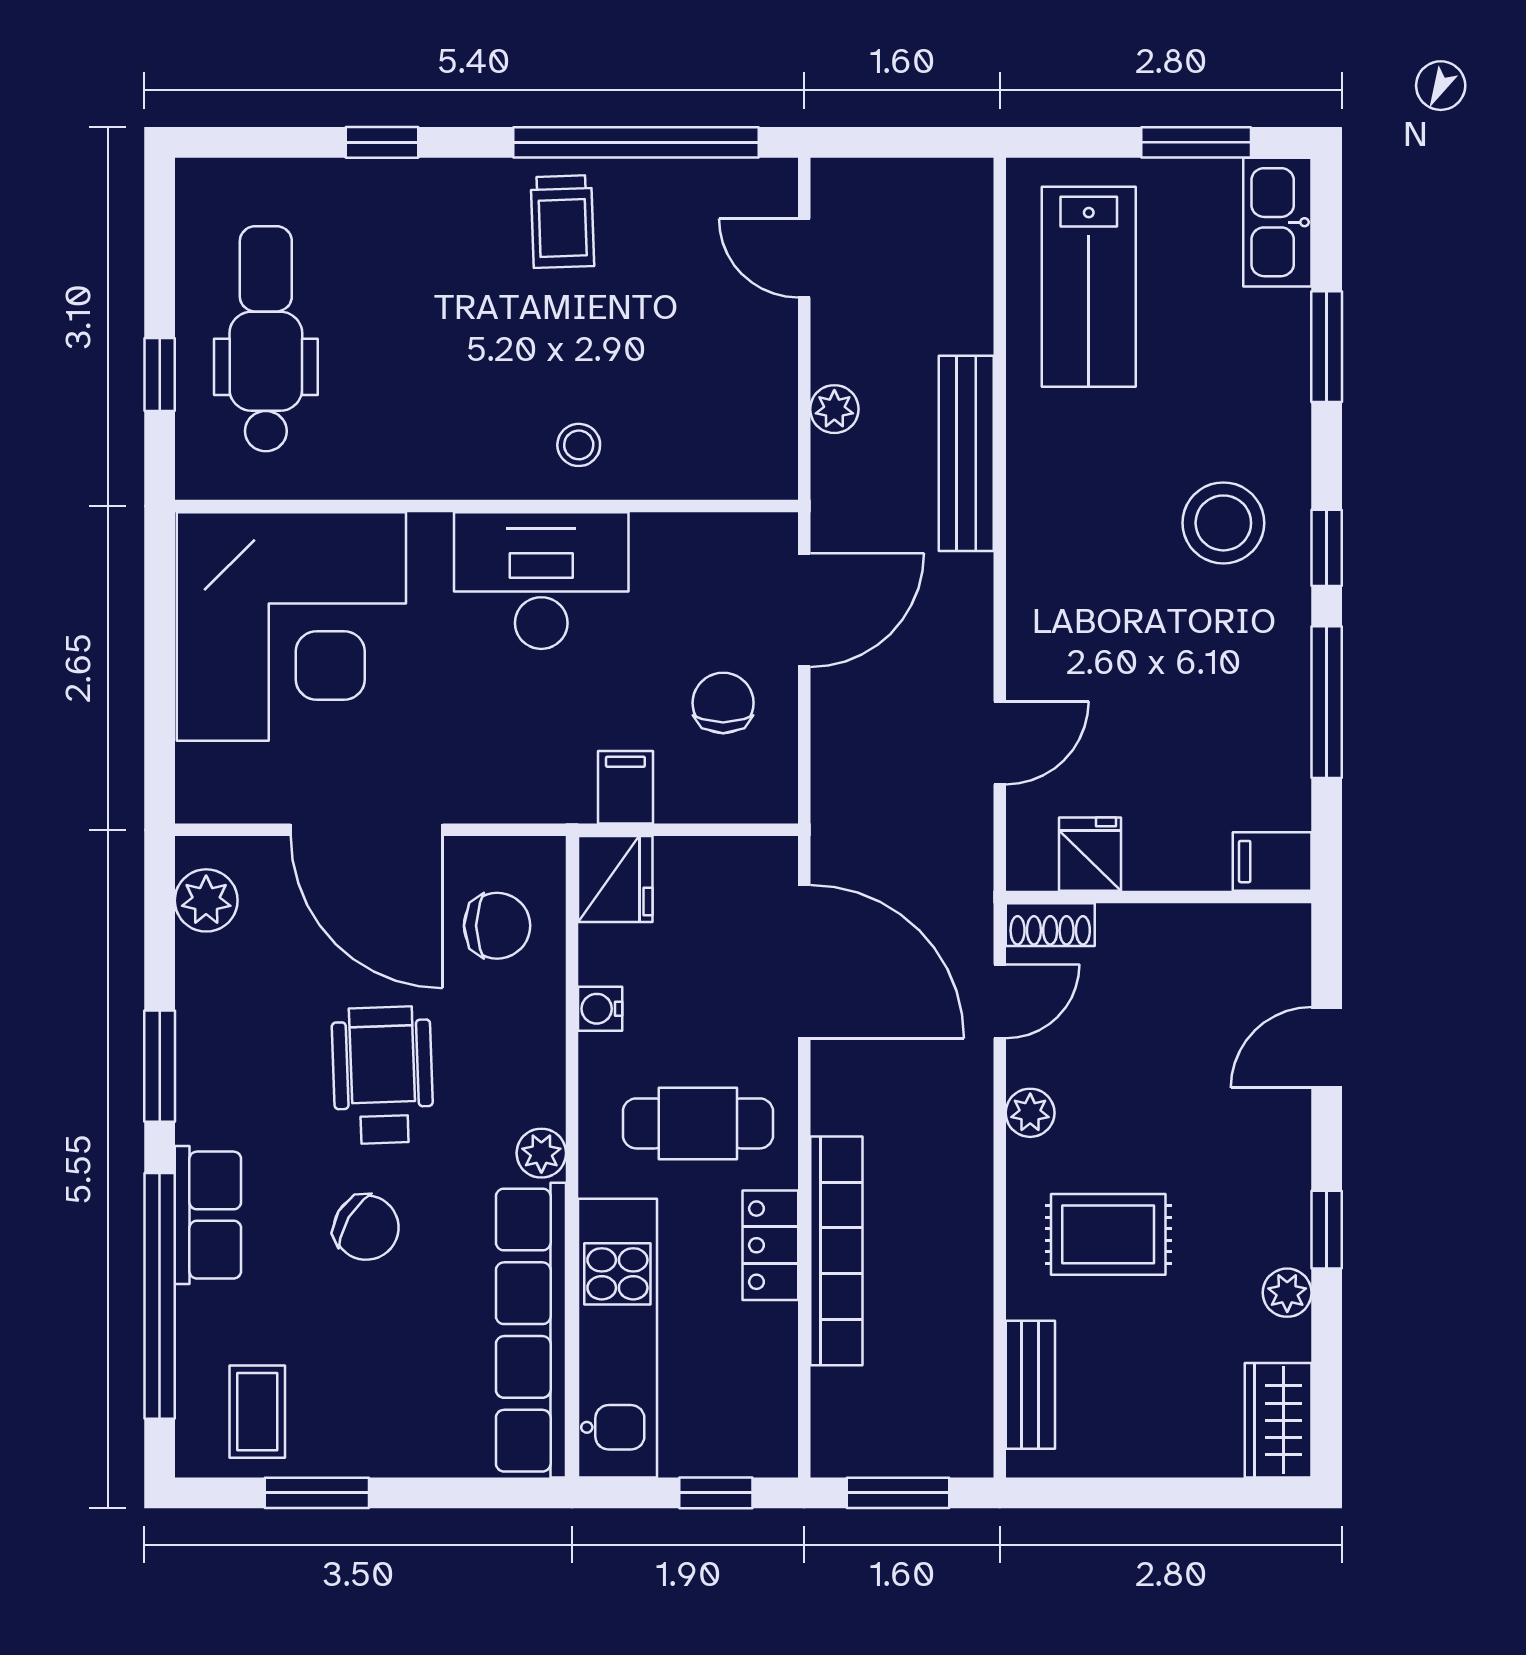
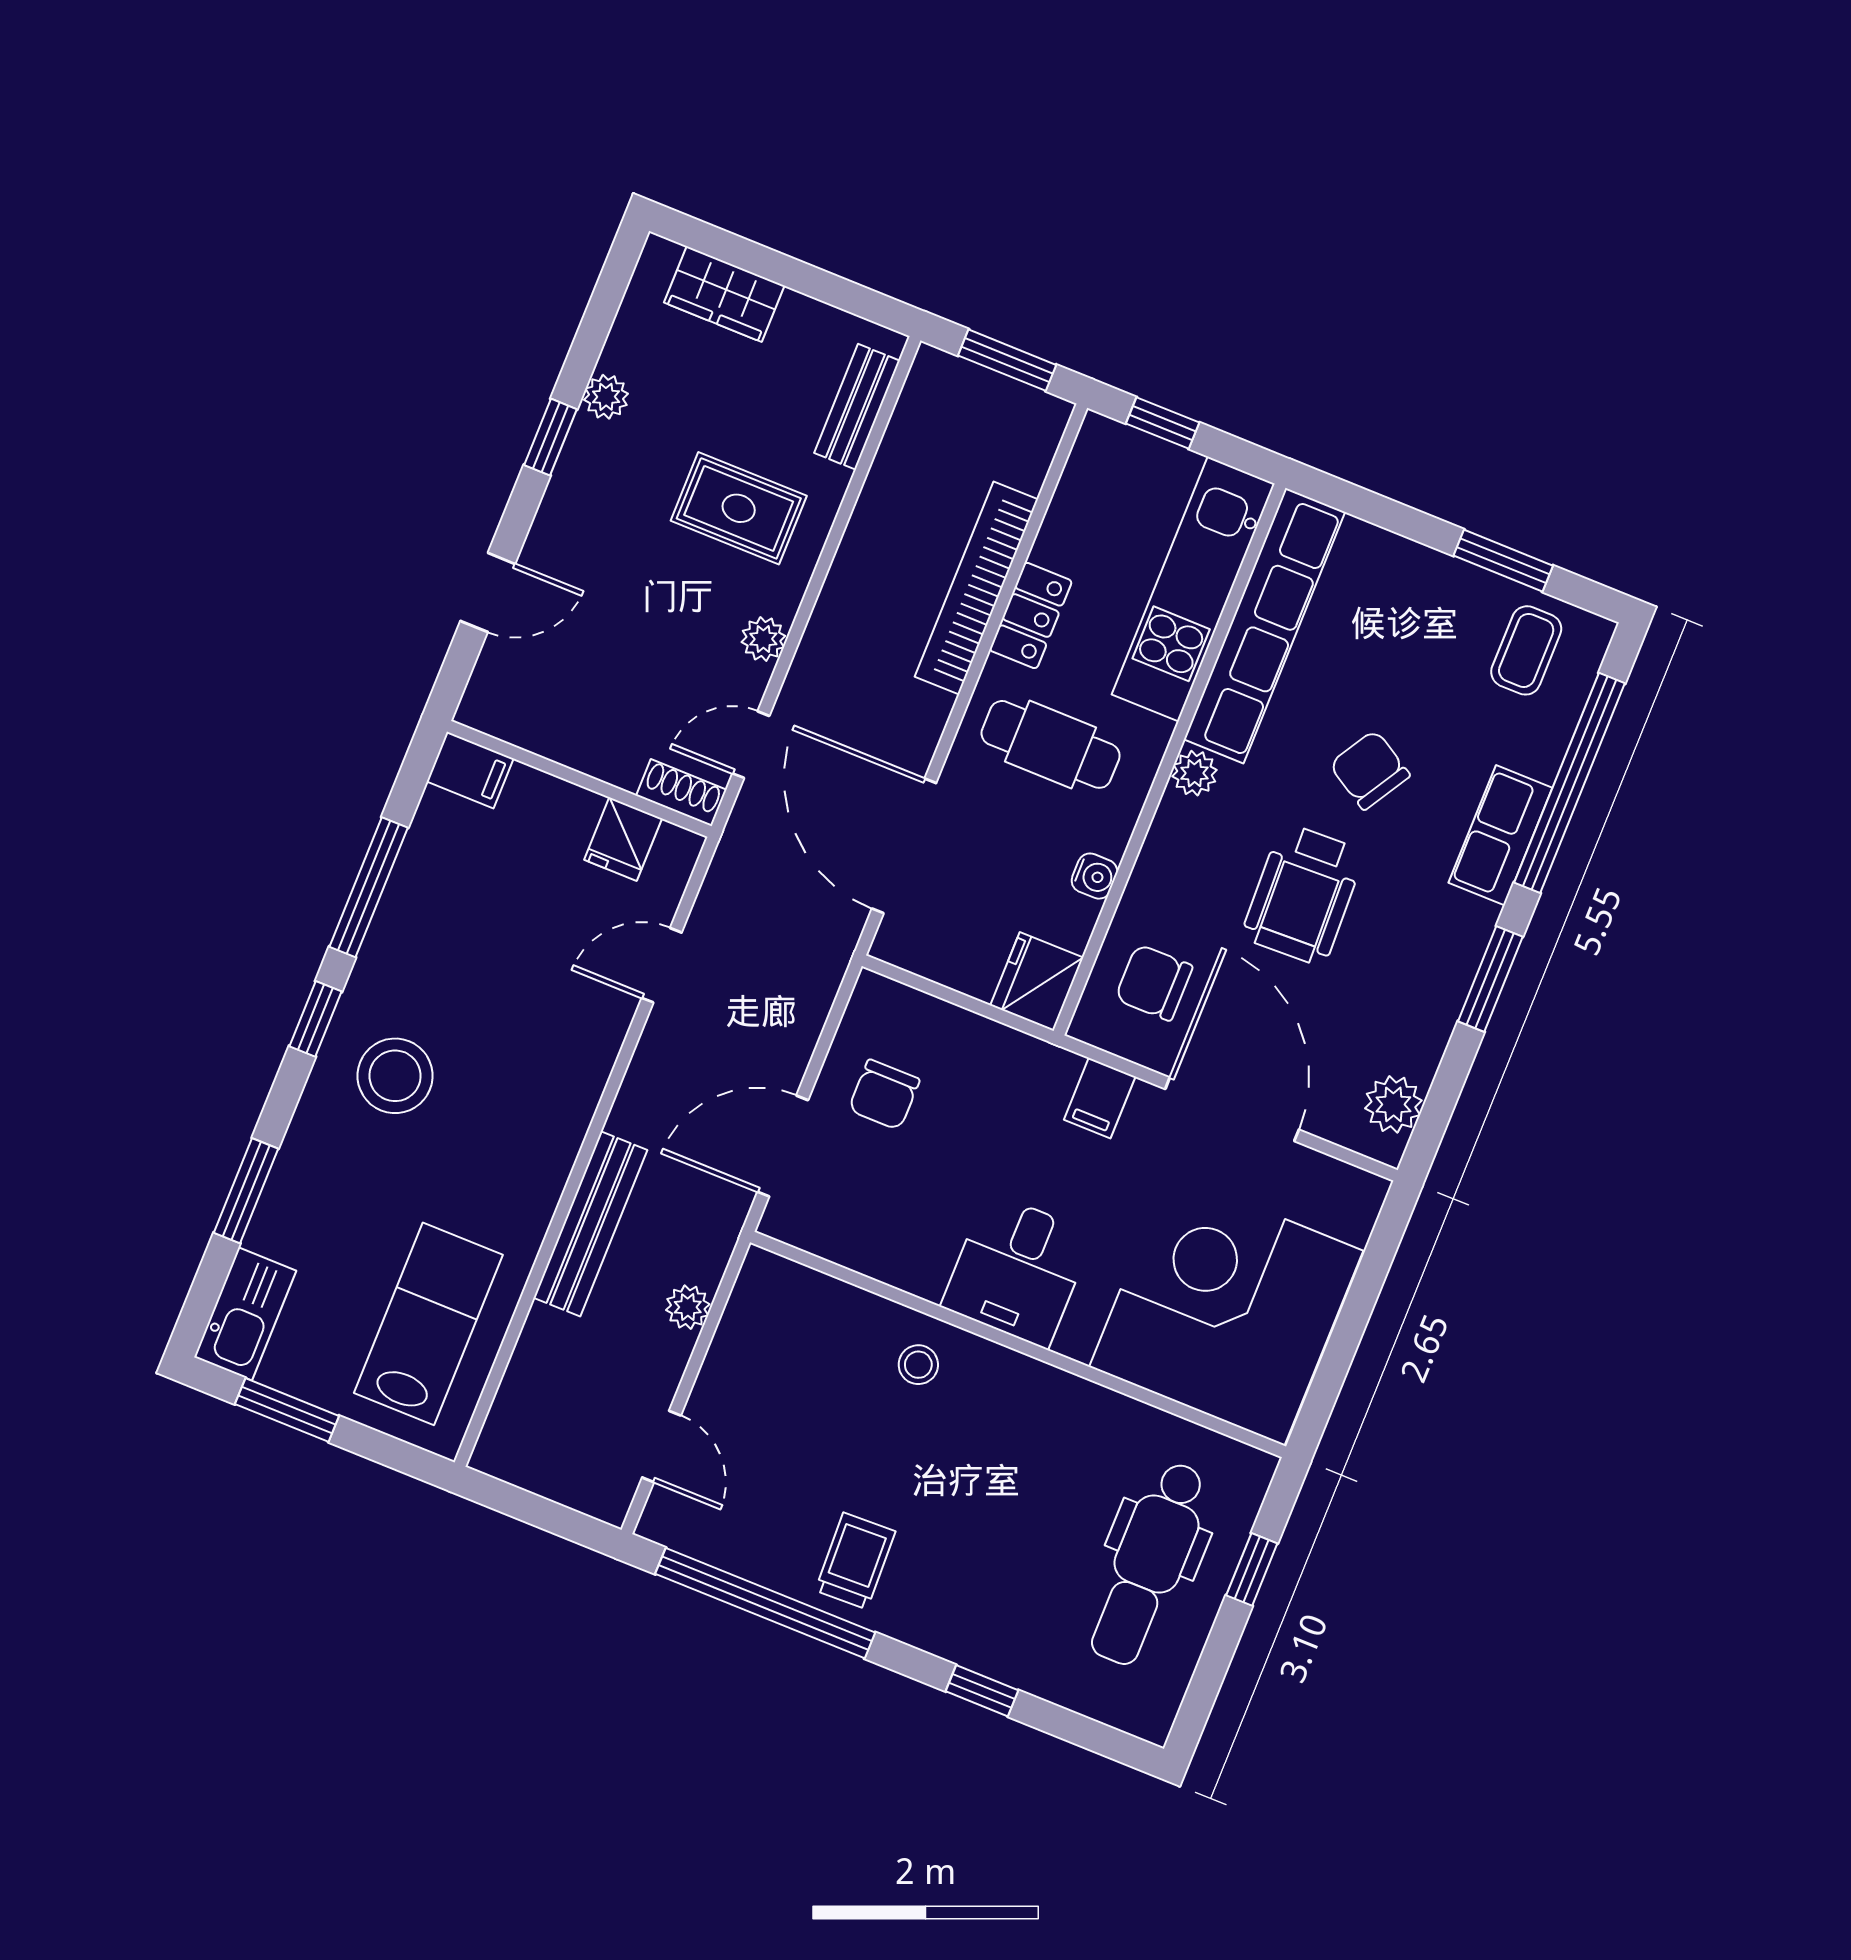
desk: (541, 581) -> (1017, 1270), width x0.73
filing cabinet: (625, 787) -> (1100, 1098), moved
wardrobe: (1278, 1420) -> (724, 294), moved, turned 90

